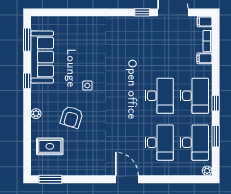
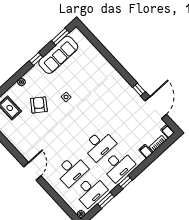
armchair: (72, 117) -> (39, 105), turned 109

